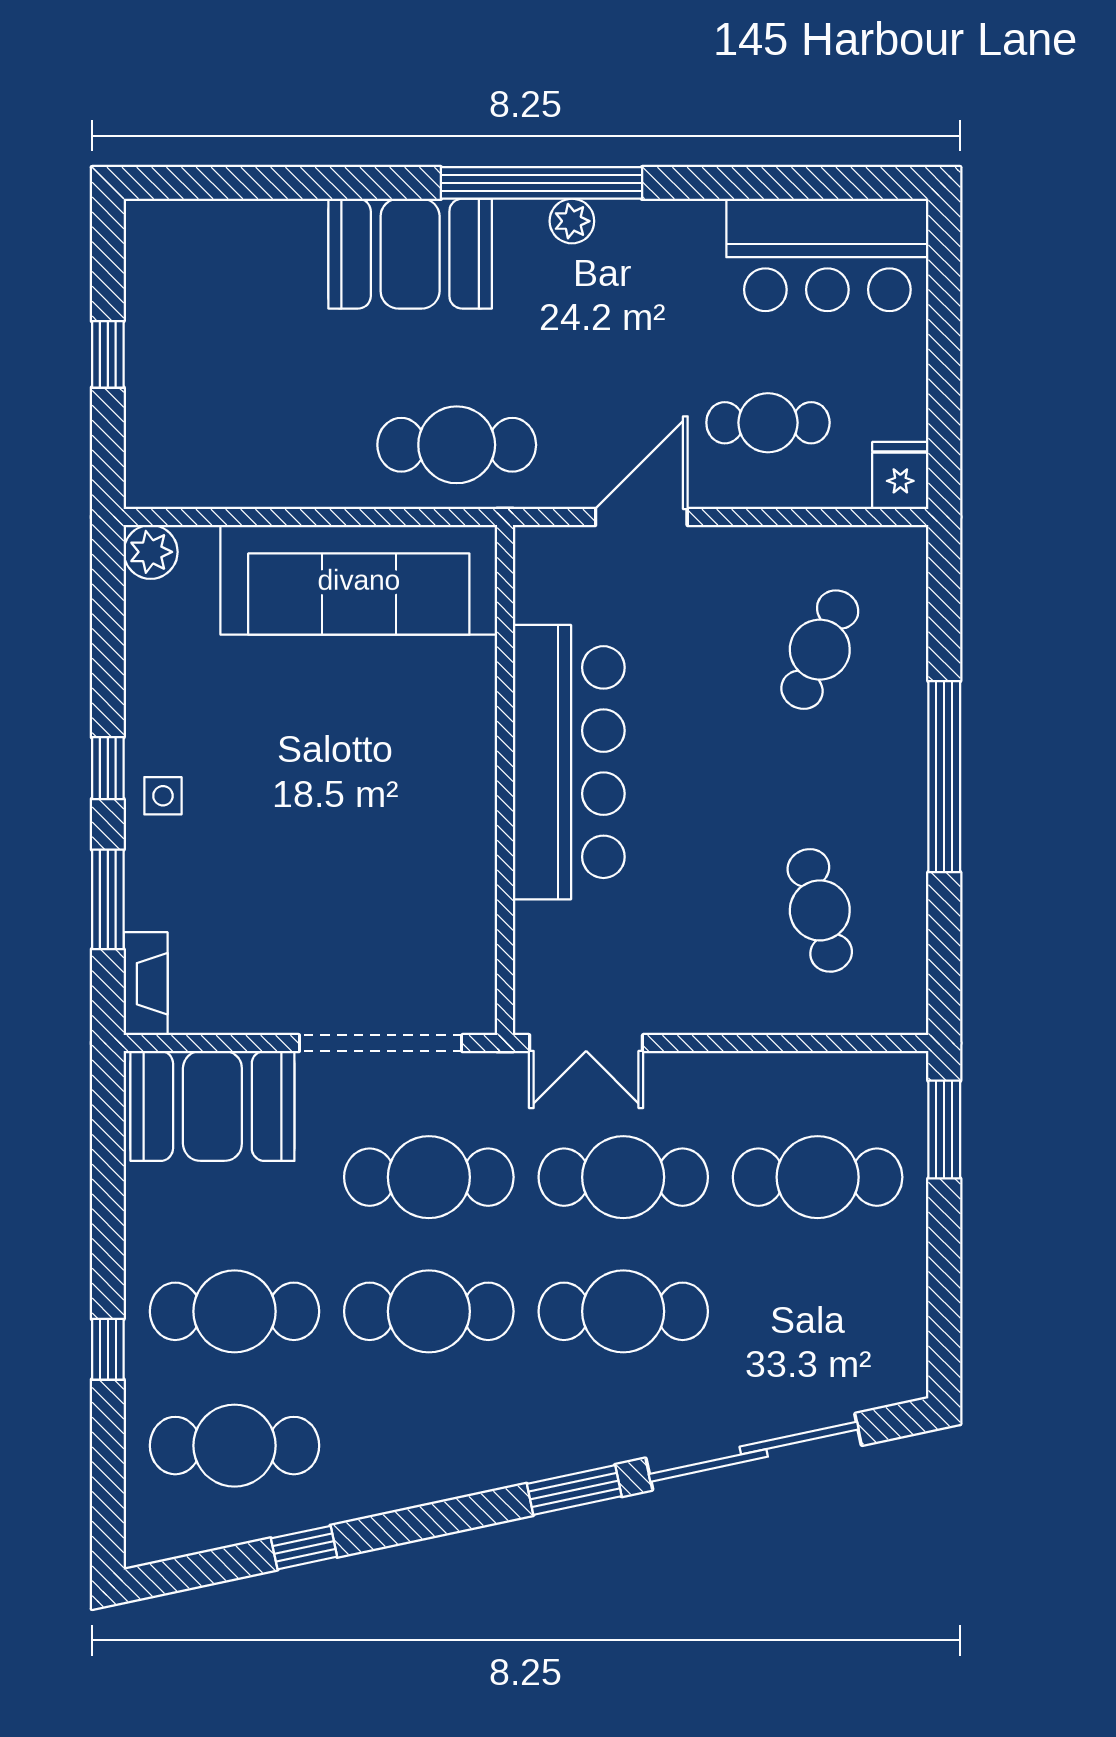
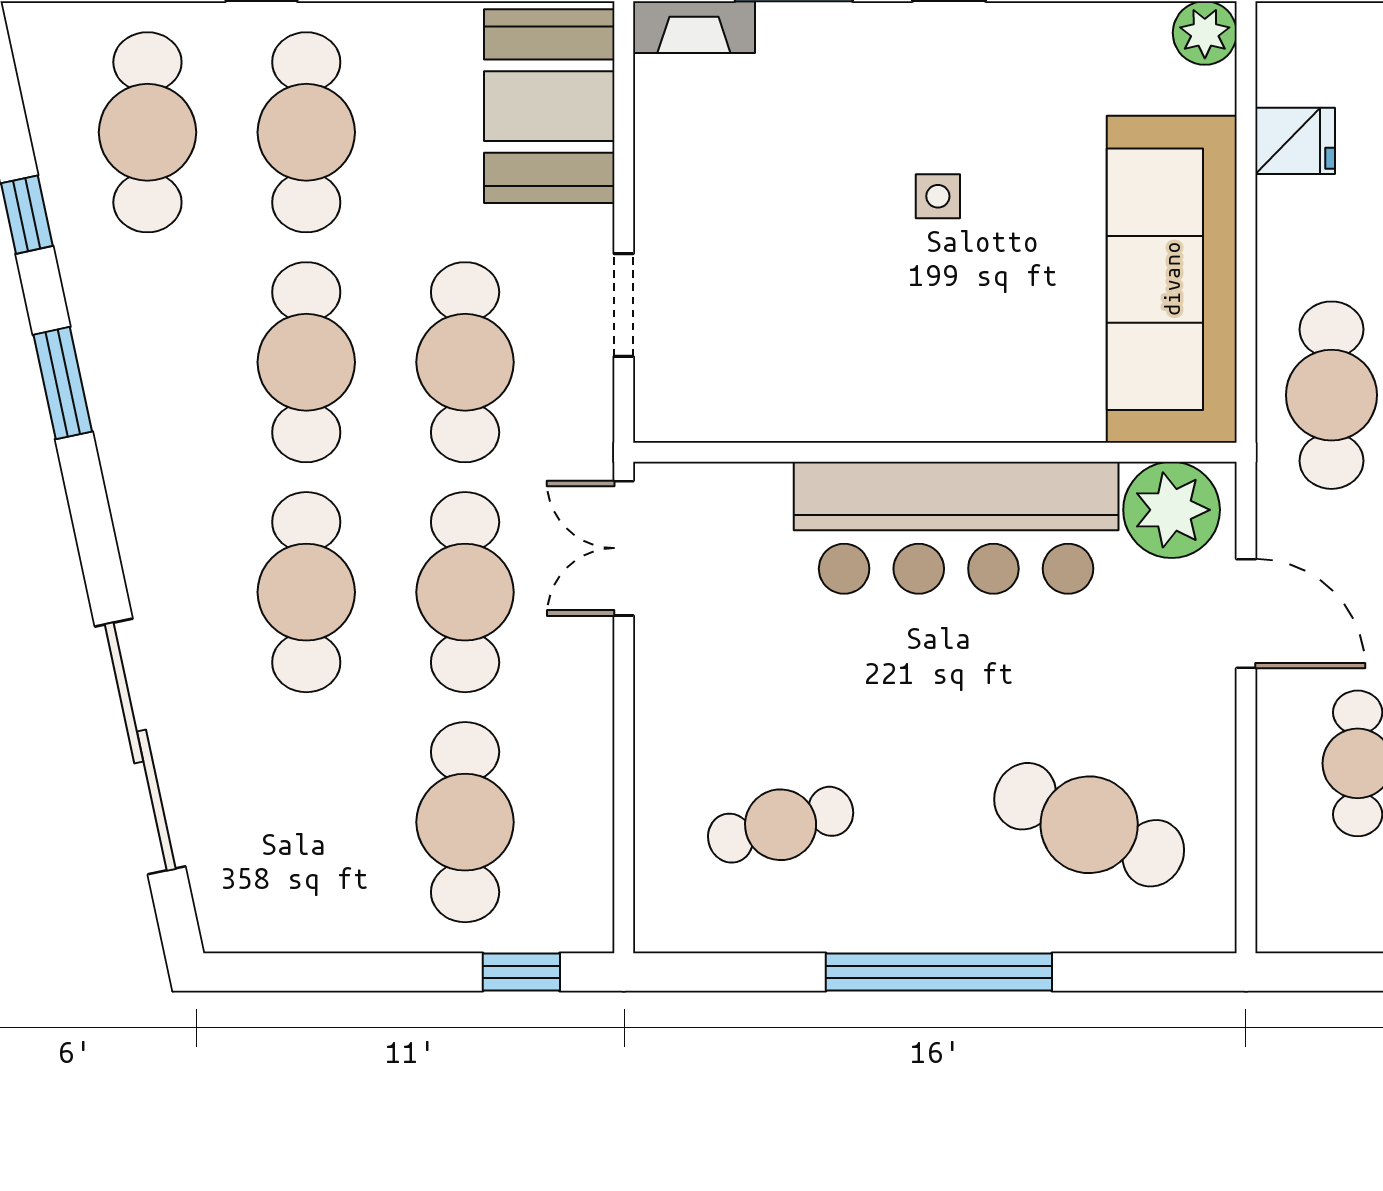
fridge: (900, 476) -> (1295, 141), moved
plant: (554, 580) -> (1172, 510), added
cafe table: (820, 650) -> (1089, 825), width x1.37, depth x1.35
side table: (163, 796) -> (938, 196), moved
doorway: (381, 1043) -> (624, 305), width x0.53
window: (944, 1130) -> (521, 972), width x0.67
window: (574, 1490) -> (63, 383), moved

